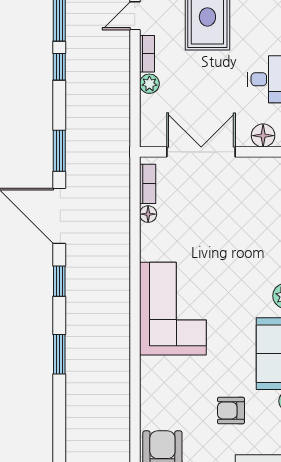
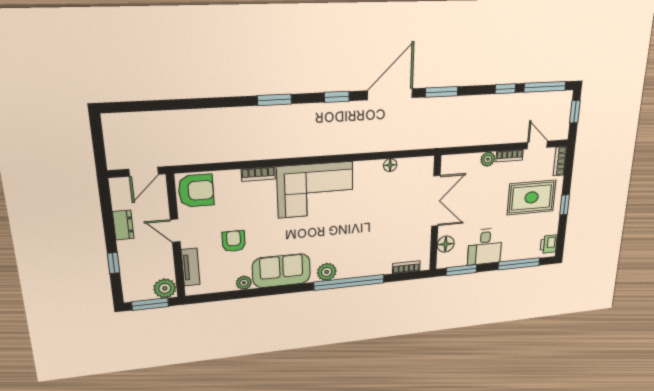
bookcase: (148, 184) -> (258, 174), moved

